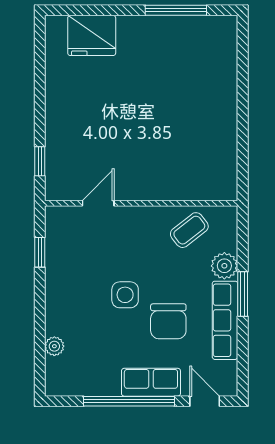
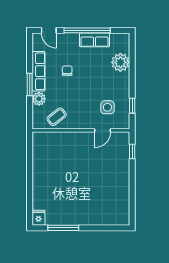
fridge: (92, 35) -> (39, 218), moved, width x0.53, depth x0.75
side table: (125, 295) -> (107, 107), moved
chair: (168, 321) -> (67, 71), width x0.54, depth x0.54
plant: (54, 346) -> (120, 62), width x1.87, depth x1.87
row of seats: (151, 382) -> (94, 40), moved

